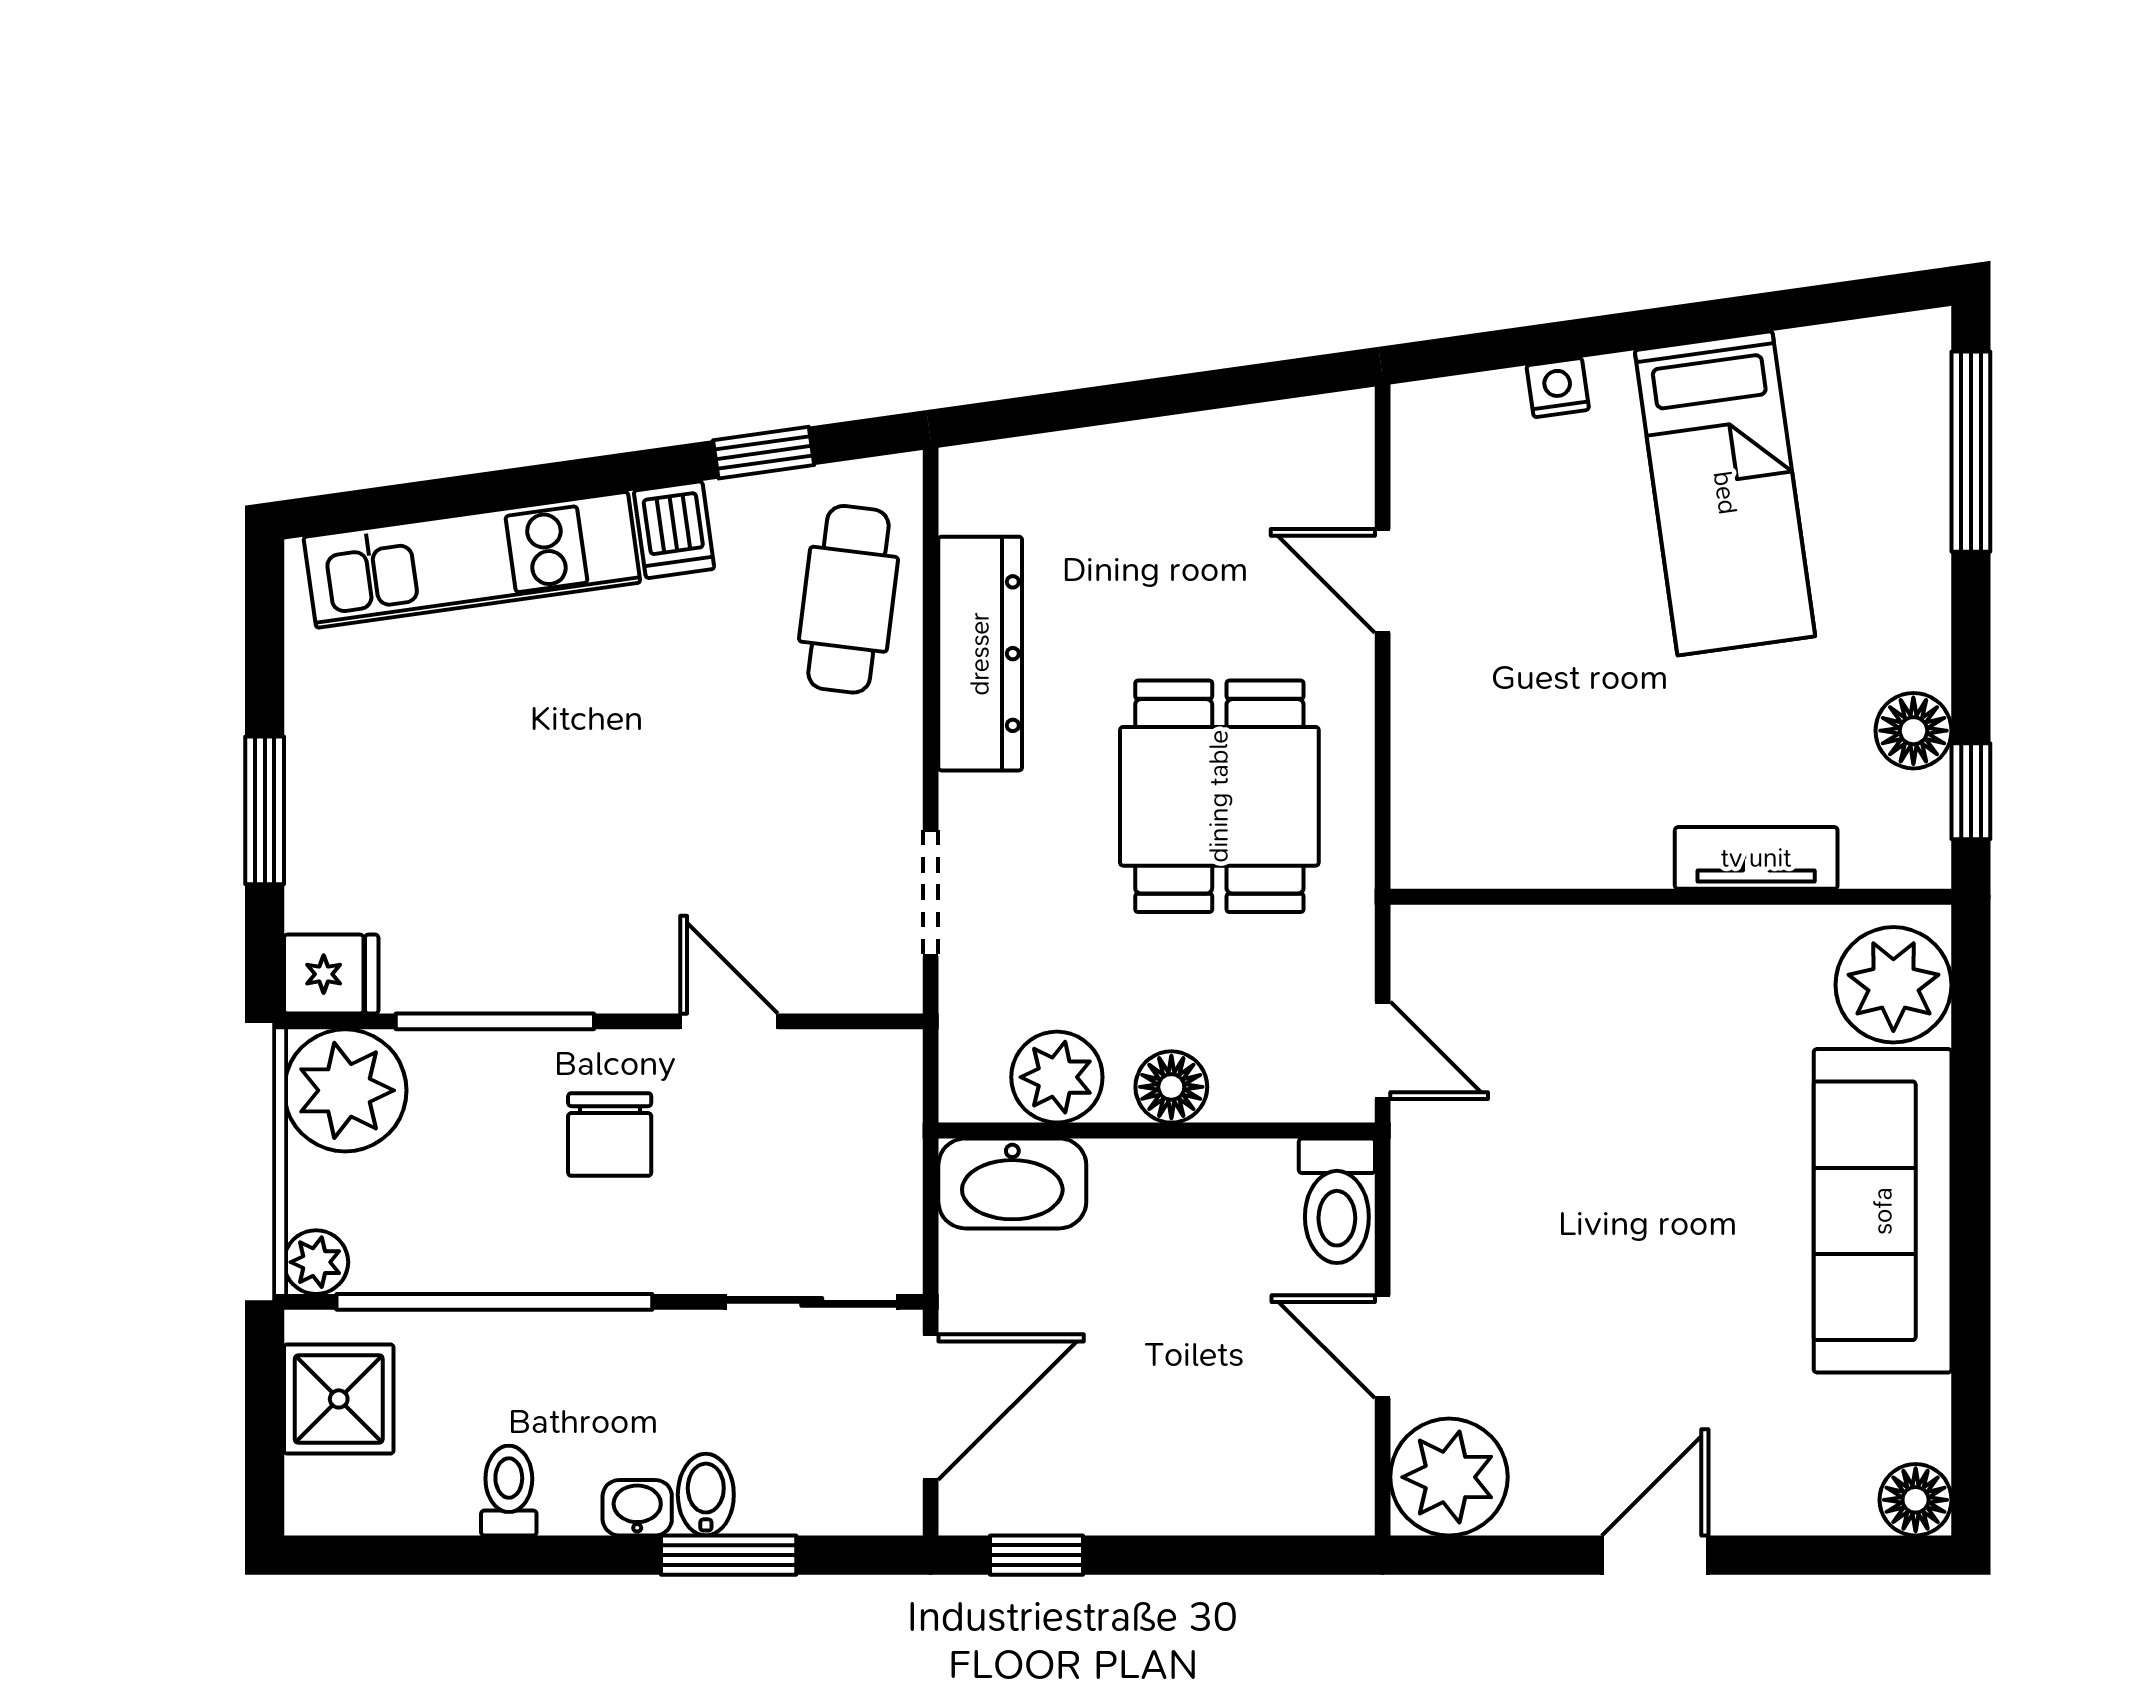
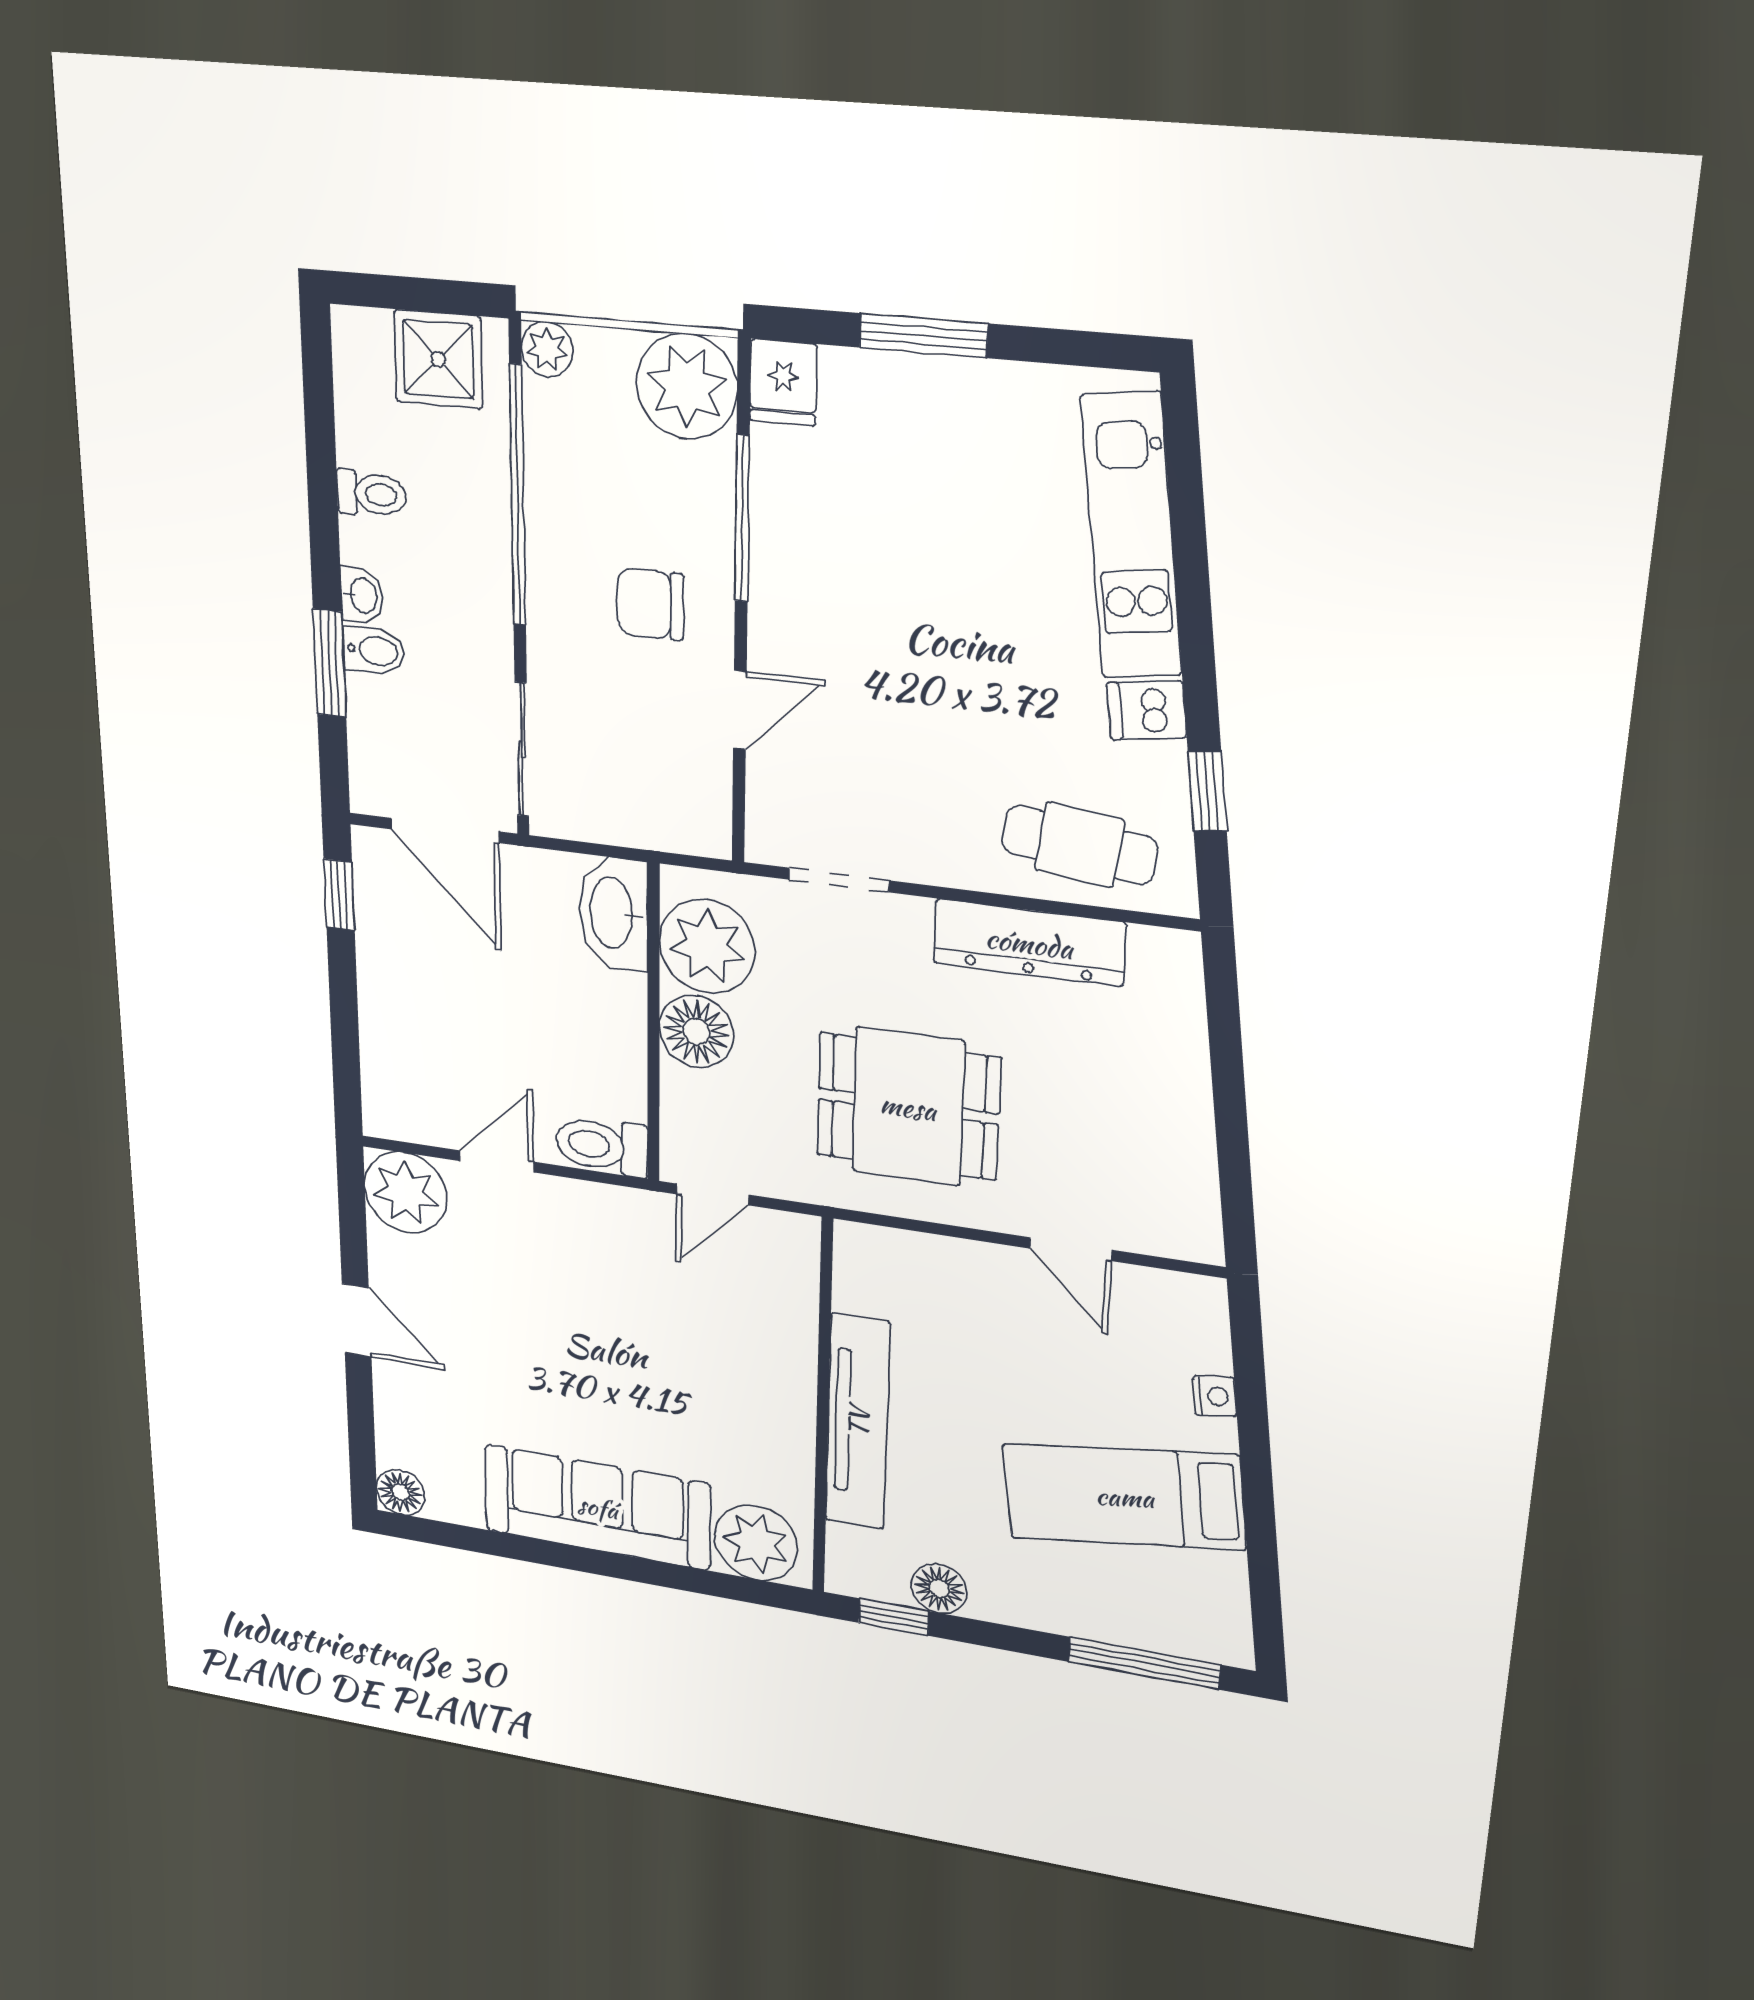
door: (1383, 581) -> (1071, 1249), swing flipped
tv unit: (1756, 858) -> (858, 1422), width x1.92, depth x1.29
plant: (1057, 1077) -> (707, 946), width x1.36, depth x1.36
floor lamp: (1171, 1087) -> (696, 1032), width x1.38, depth x1.38

